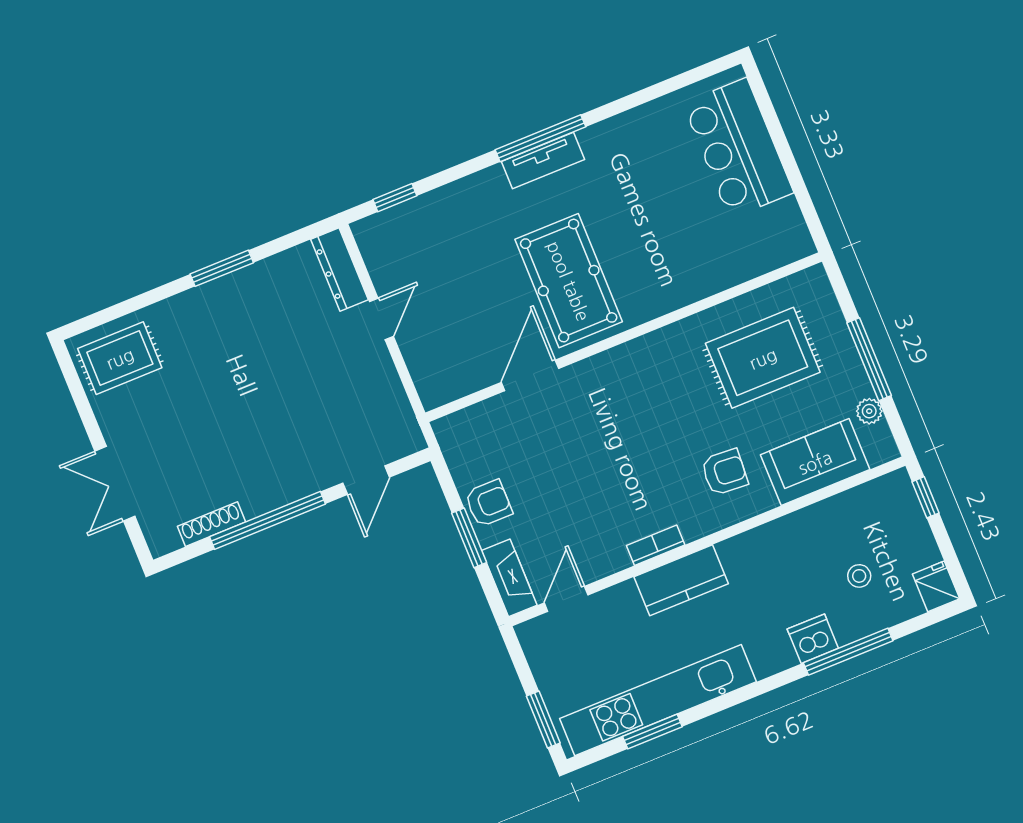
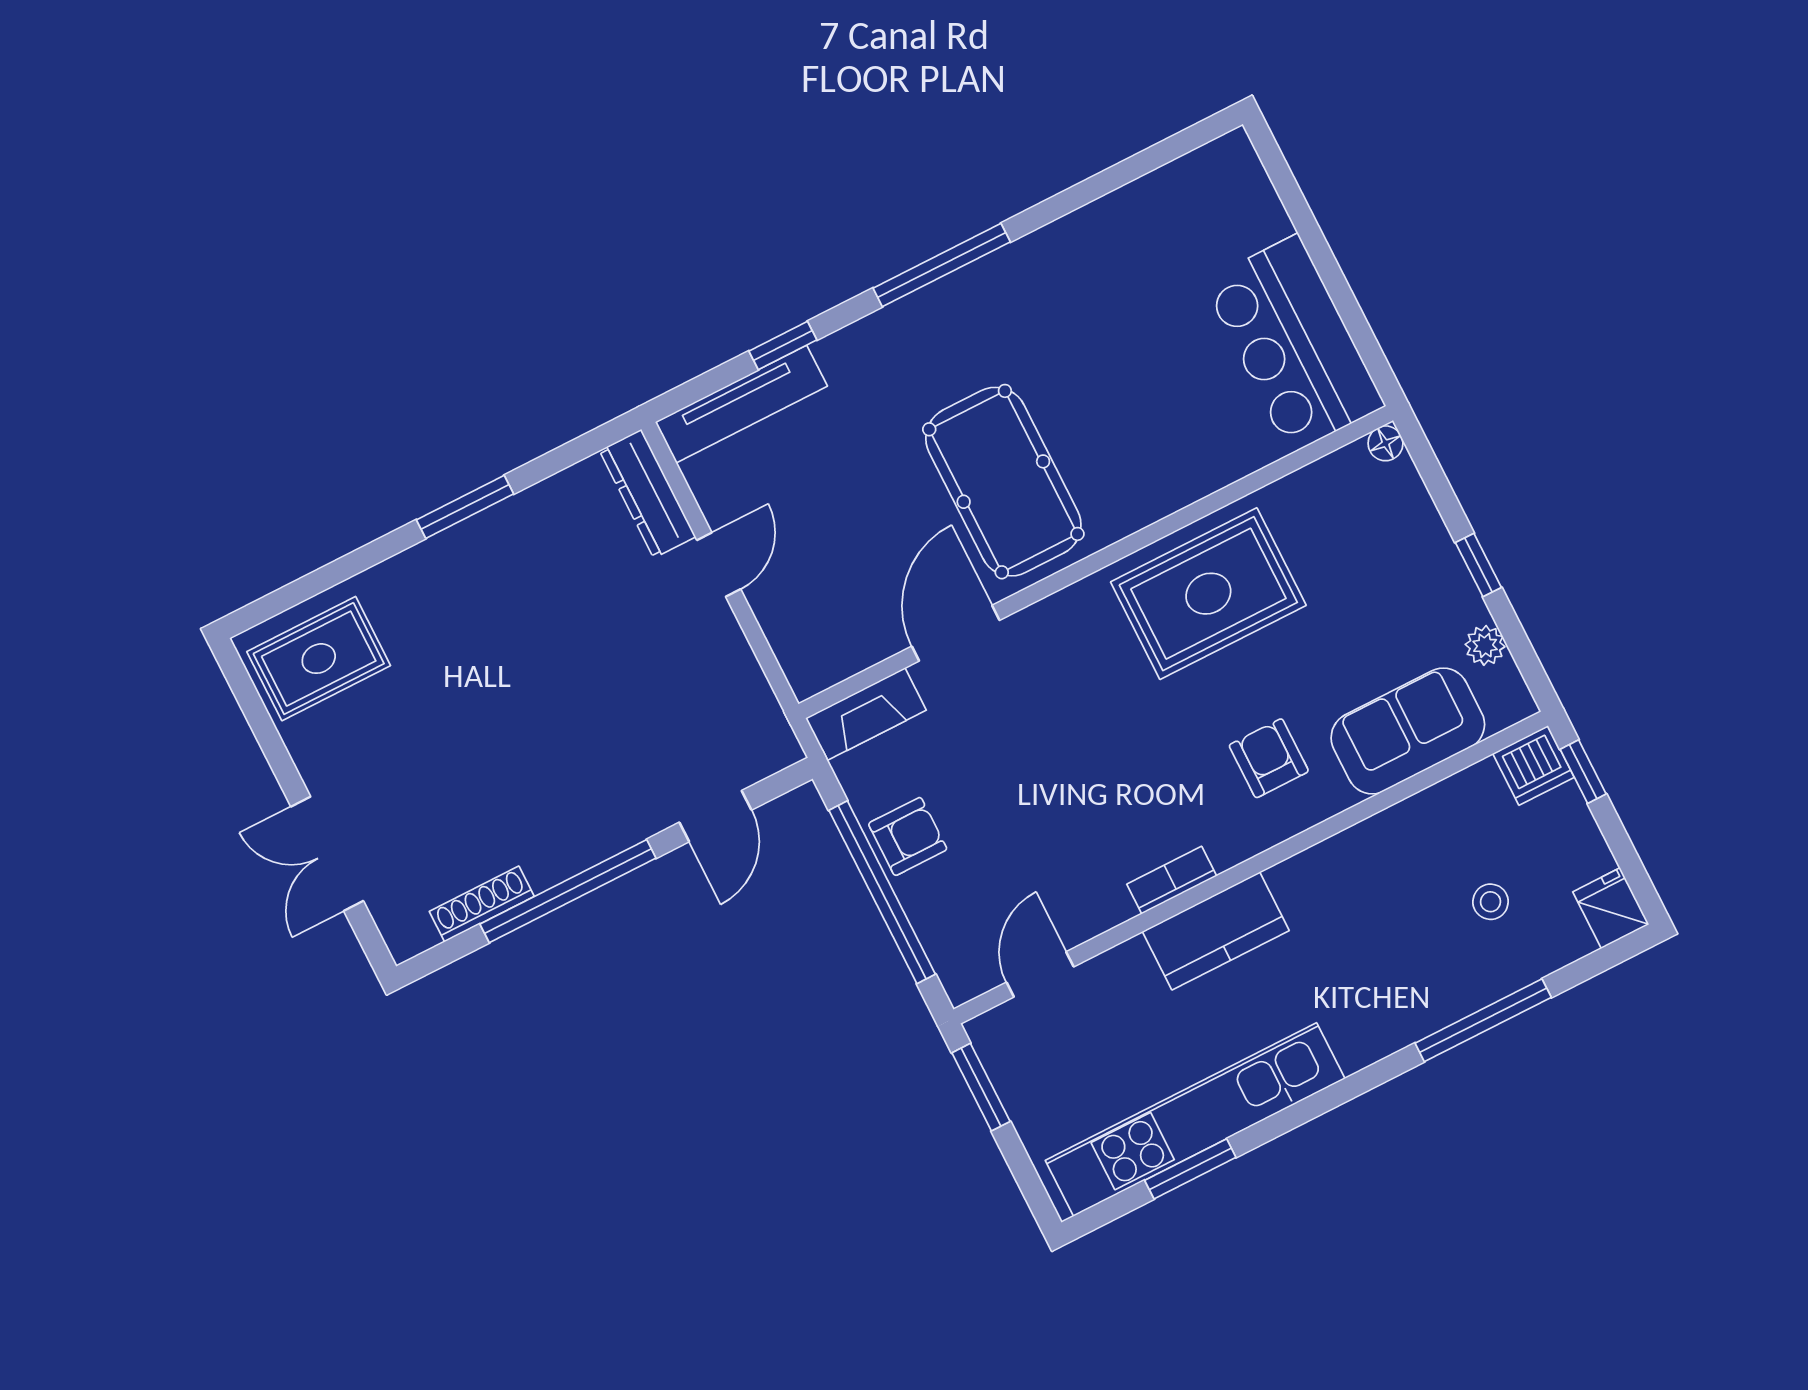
bar counter: (738, 148) -> (1294, 344), moved
tv unit: (543, 160) -> (741, 404), moved, width x1.41
window: (395, 198) -> (783, 346), moved
floor lamp: (816, 276) -> (1386, 443), added
rug: (763, 358) -> (1208, 594), moved
window: (869, 359) -> (1478, 565), width x0.46
armchair: (724, 472) -> (1269, 758), turned -94
window: (469, 538) -> (882, 892), width x2.11
fireplace: (509, 578) -> (866, 714), moved, turned 90
dishwasher: (813, 639) -> (1534, 765), moved, turned 180
window: (543, 720) -> (981, 1087), moved

